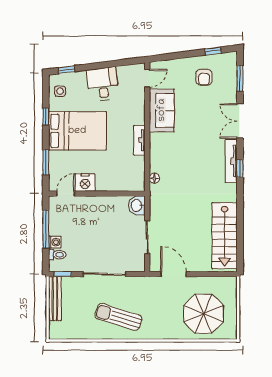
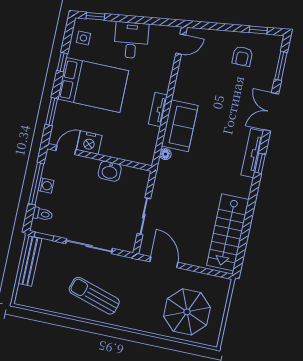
sofa: (162, 110) -> (180, 126), moved
washbasin: (137, 205) -> (110, 171), moved, turned -90
washing machine: (55, 242) -> (46, 186), moved

